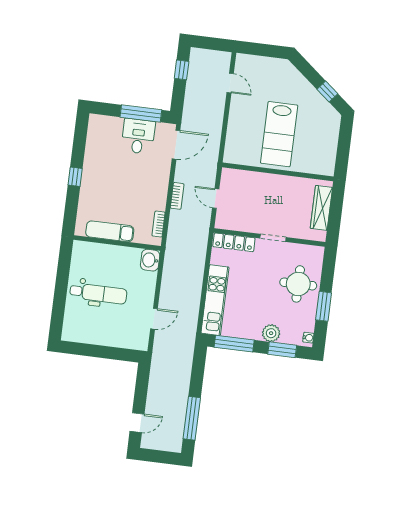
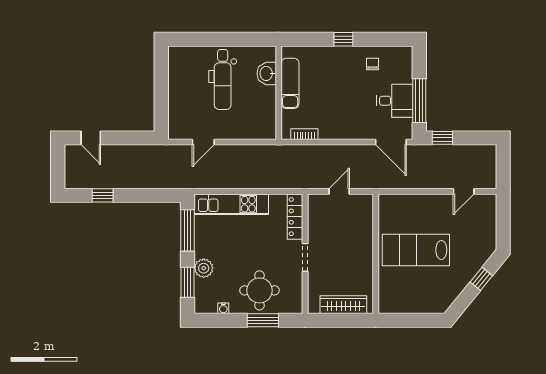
window: (182, 70) -> (442, 138), moved
window: (327, 91) -> (481, 279), moved
chair: (101, 153) -> (373, 64), added
bookcase: (177, 196) -> (337, 150), removed
washbasin: (150, 260) -> (267, 73), moved, turned -90
window: (324, 306) -> (263, 320), moved
door: (154, 319) -> (203, 142), hinge flipped
water cooler: (308, 338) -> (223, 308), moved
window: (192, 418) -> (103, 195), width x0.46

